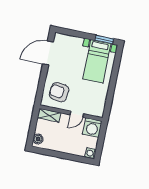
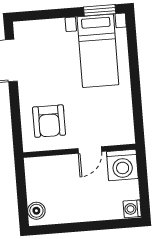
armchair: (59, 92) -> (49, 121), turned -97
shelving: (49, 115) -> (44, 165), removed

